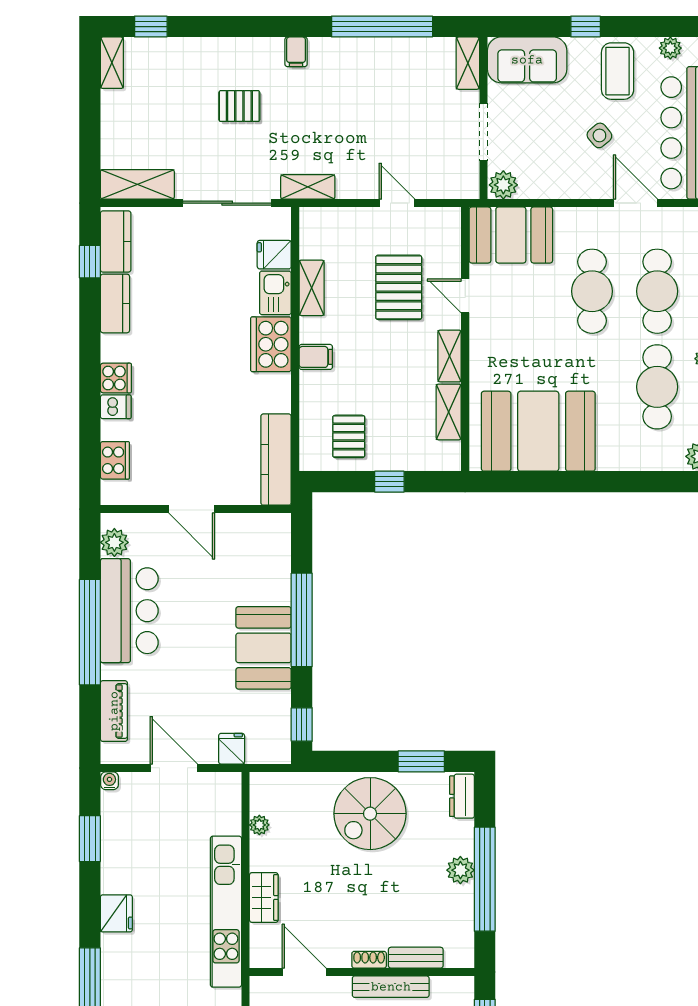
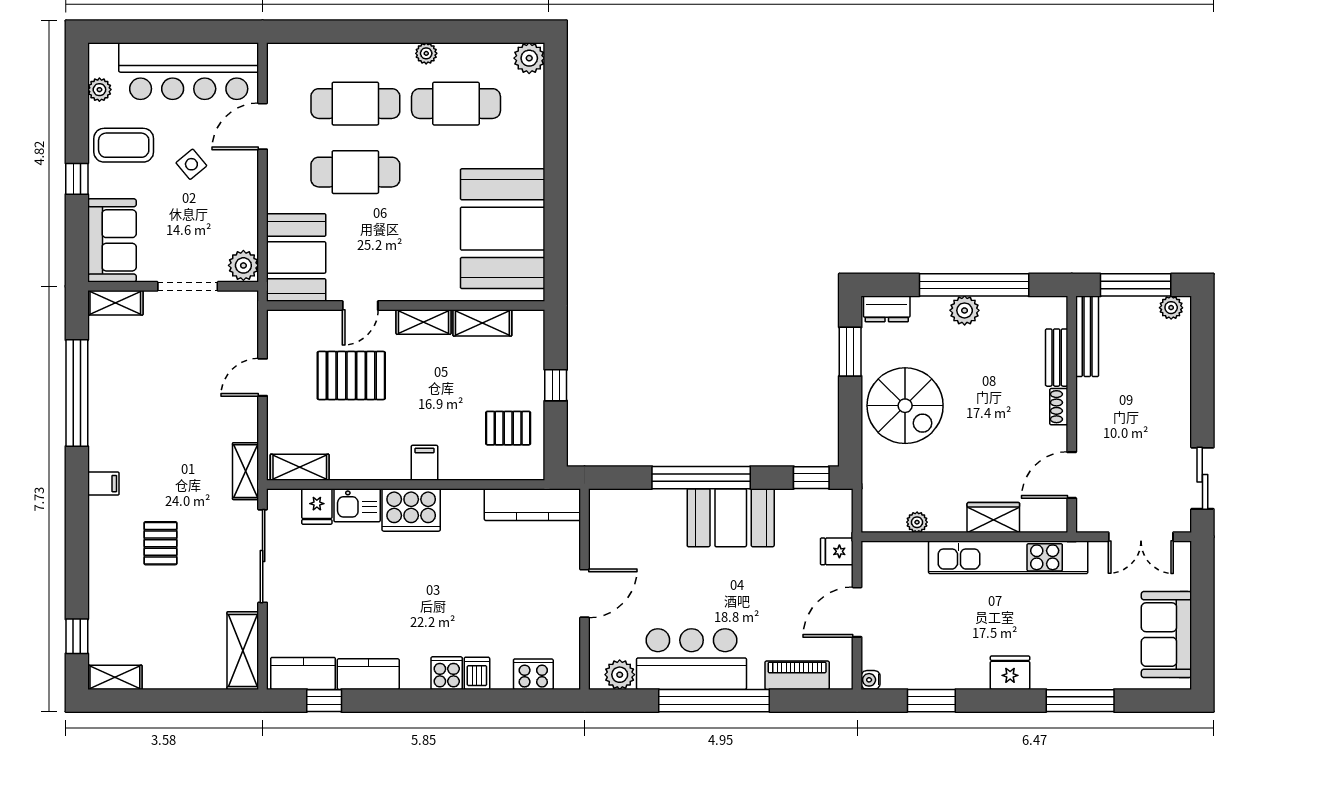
shelving: (312, 288) -> (300, 467), moved
bench: (391, 987) -> (1087, 336), moved

